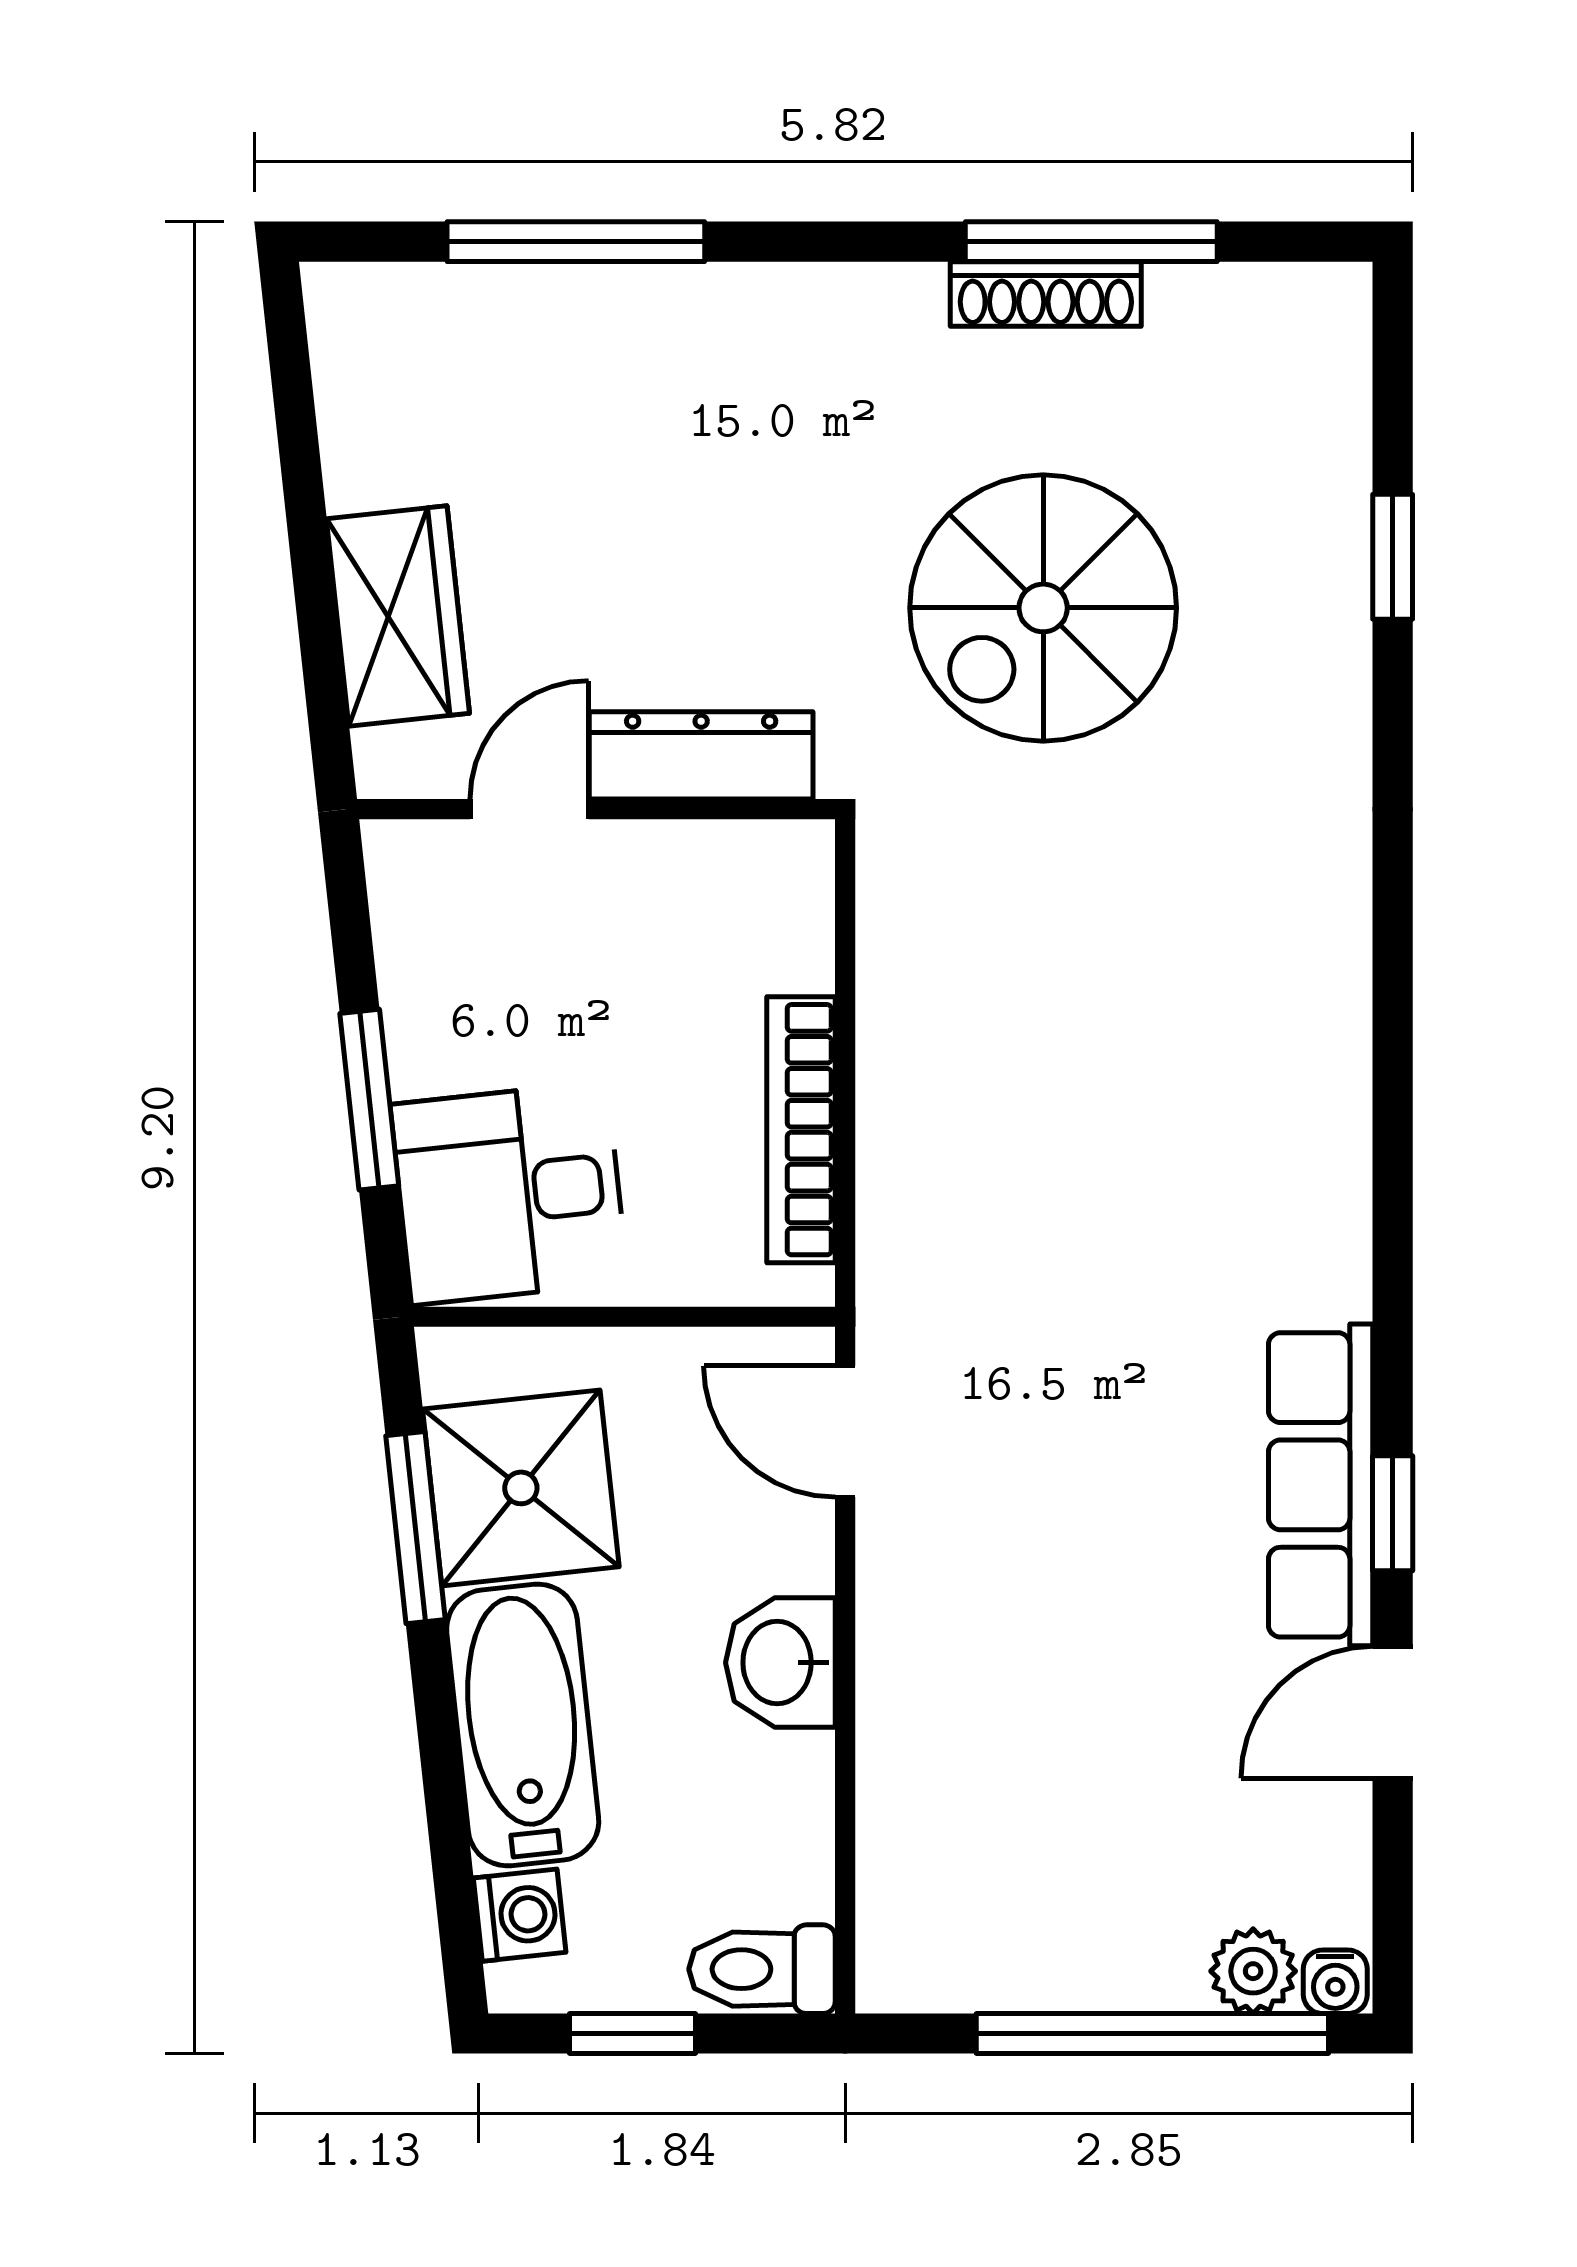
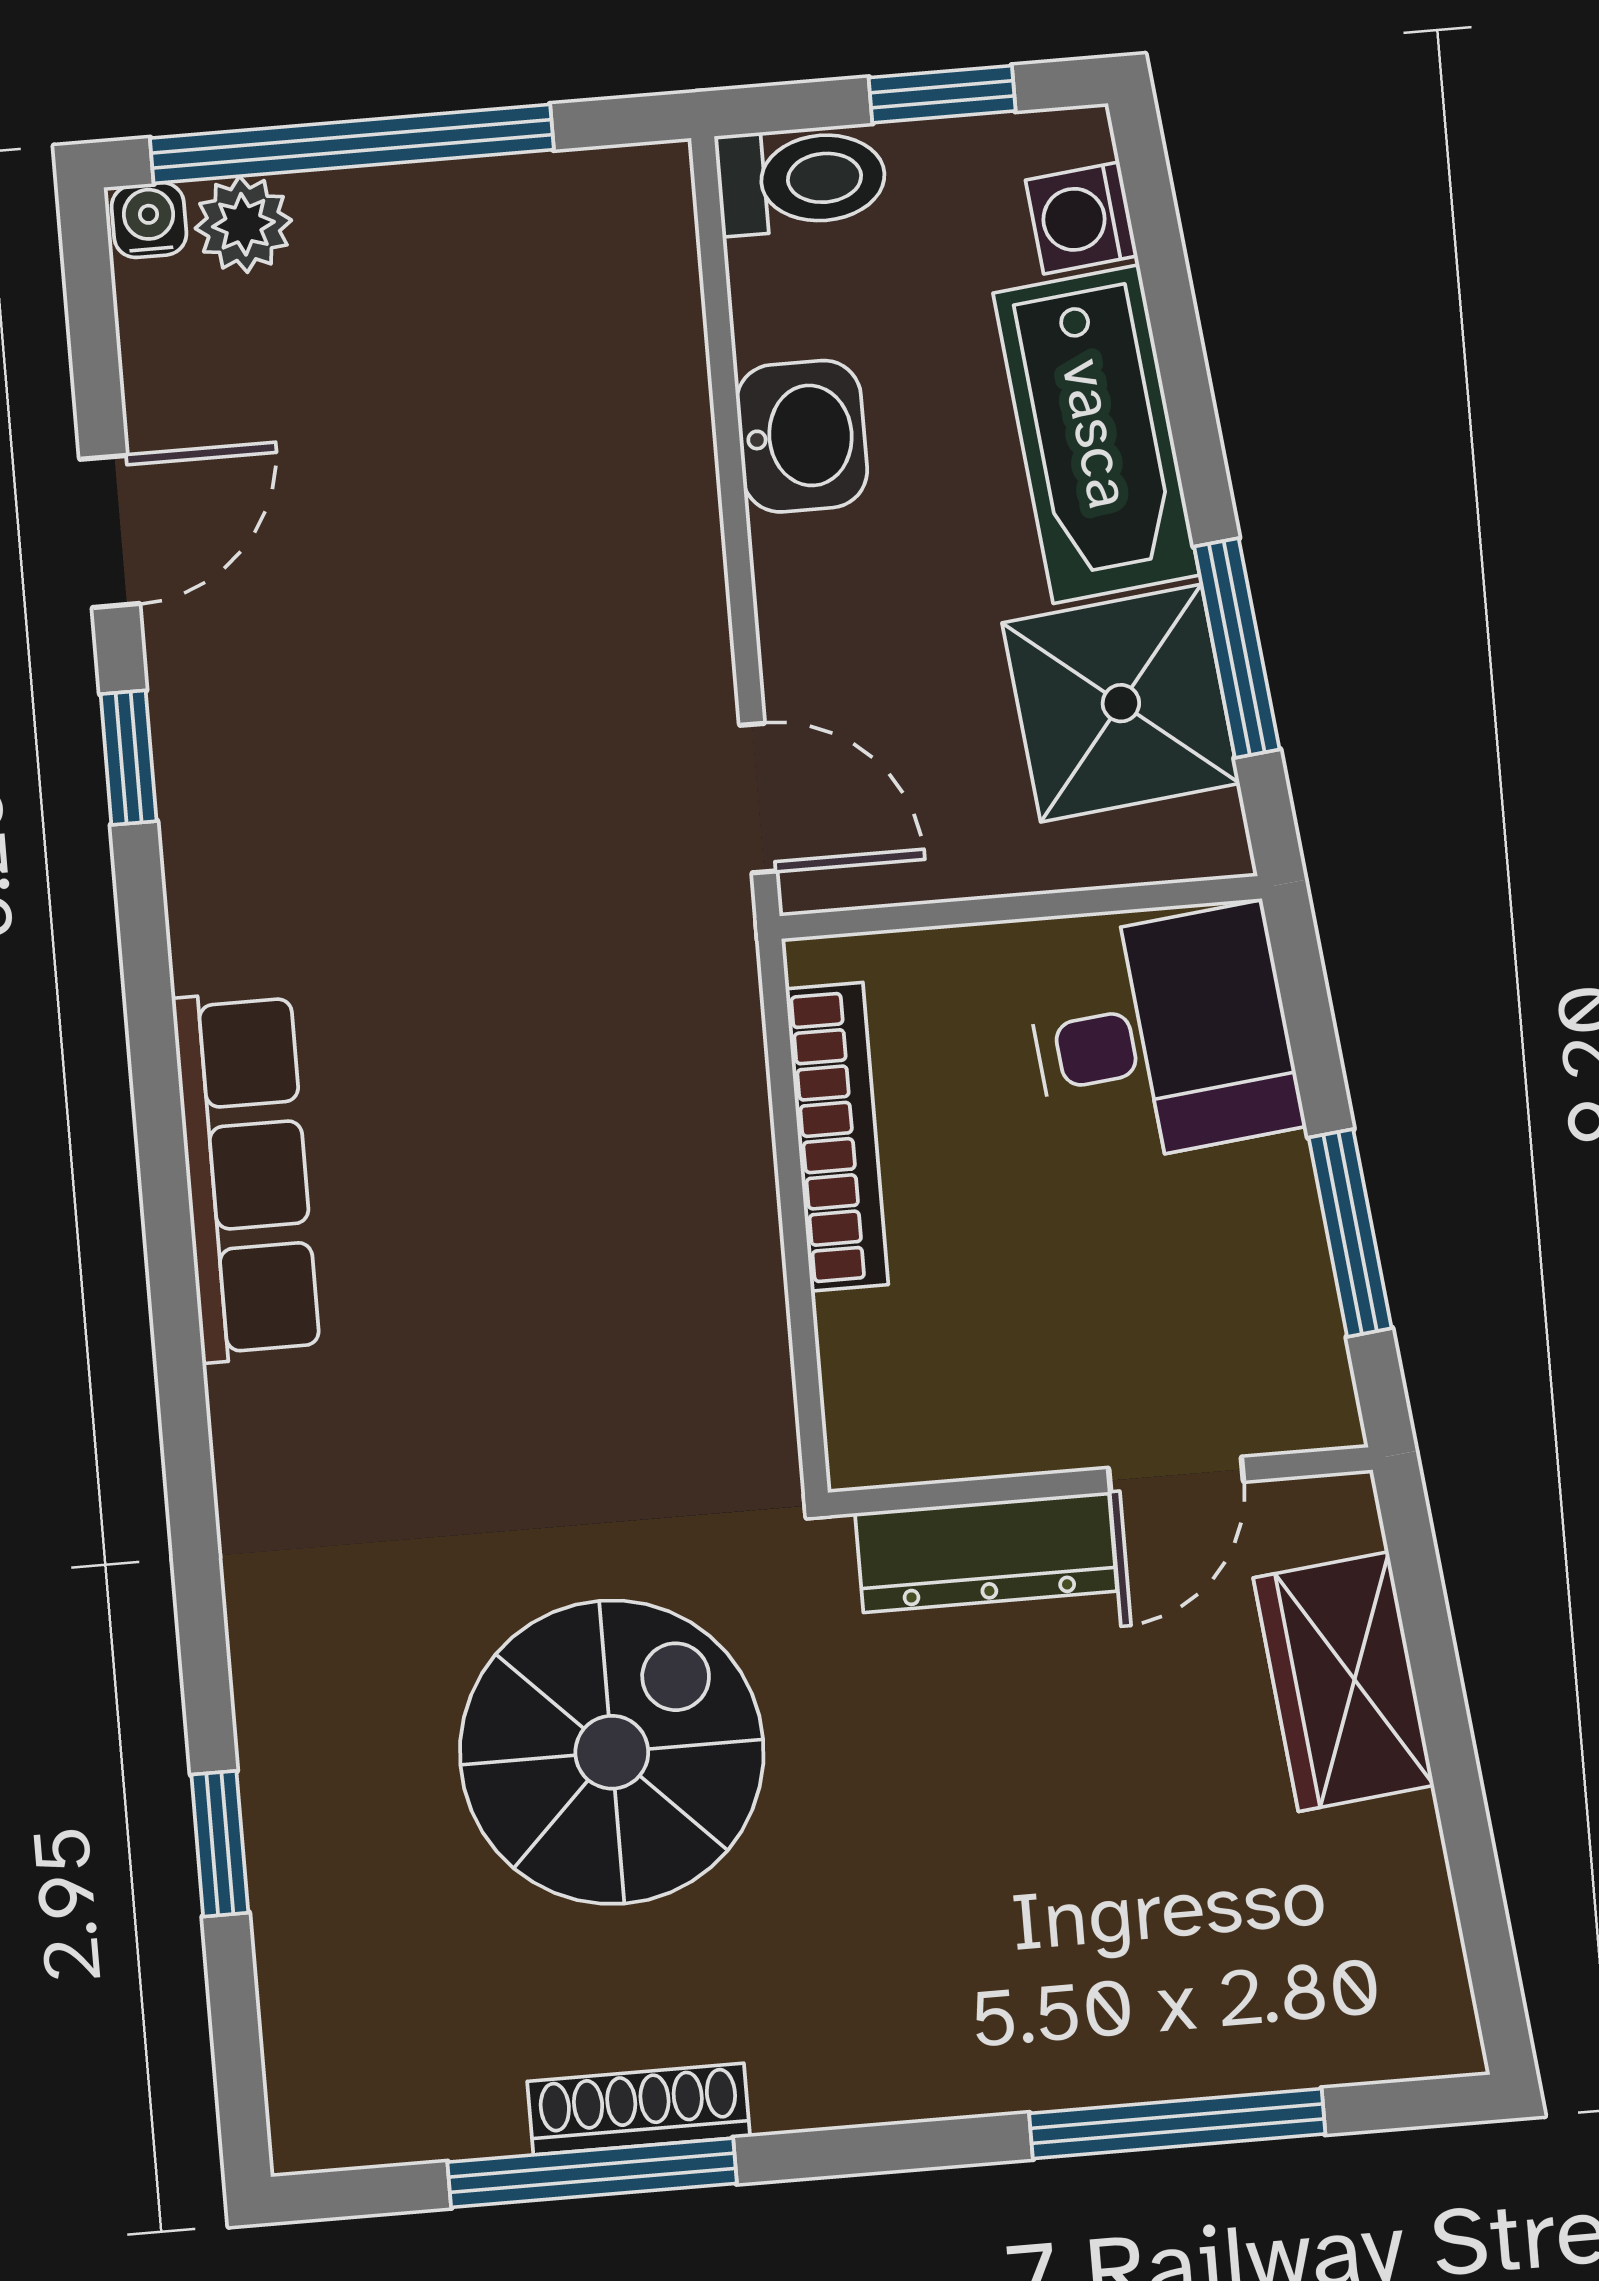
window: (369, 1100) -> (1350, 1233), moved
row of seats: (1321, 1485) -> (246, 1176), moved
washbasin: (780, 1663) -> (802, 436), moved

